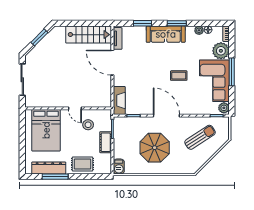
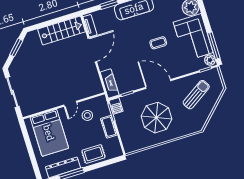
door: (112, 63) -> (92, 50), swing flipped
window: (232, 72) -> (214, 46), moved
door: (75, 108) -> (70, 104), hinge flipped
barbecue: (119, 166) -> (116, 106), moved

